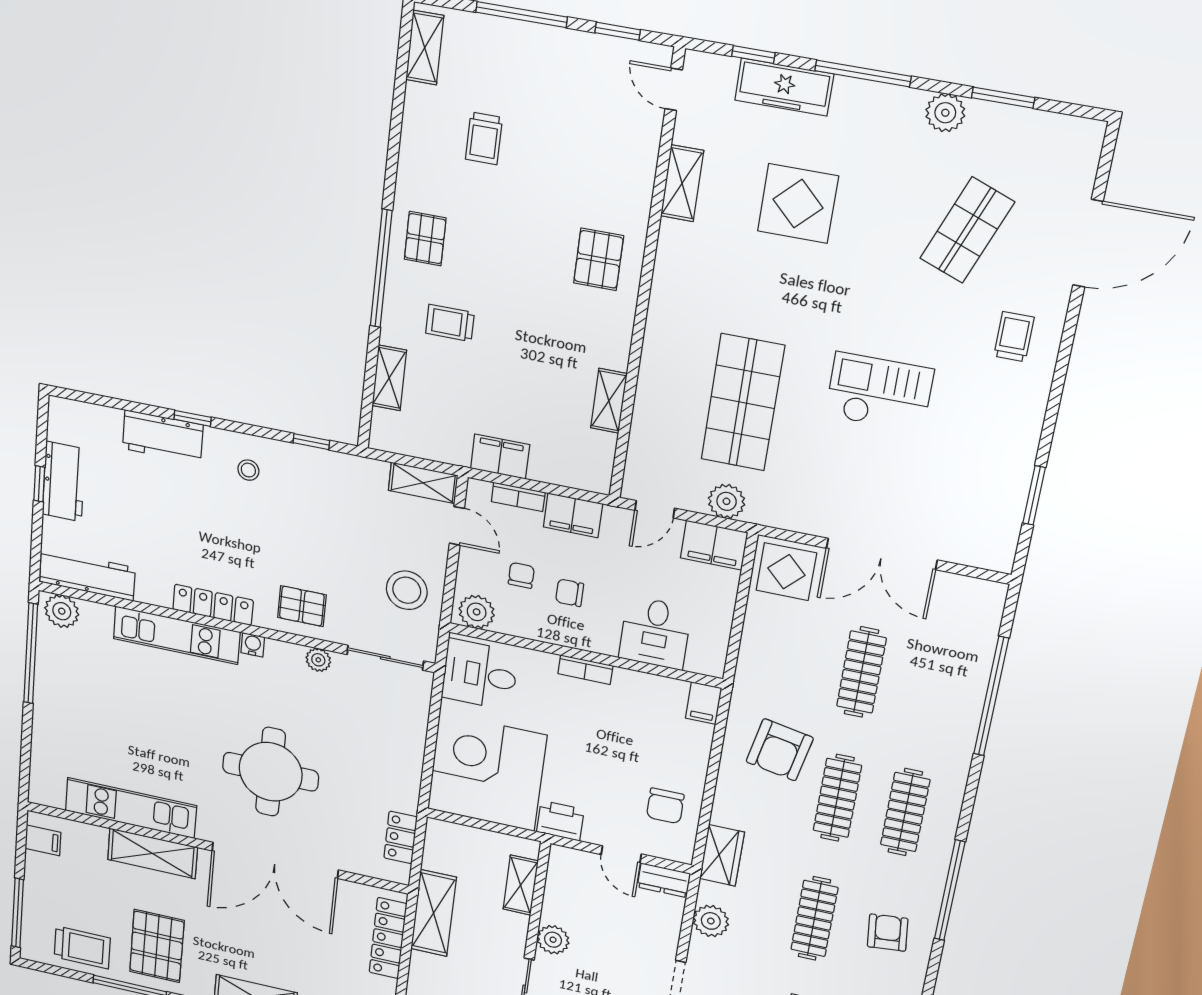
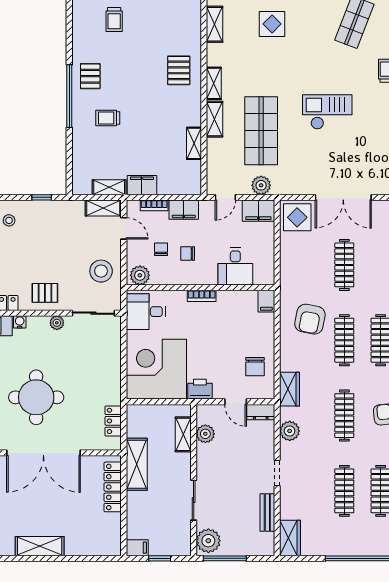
display table: (798, 204) -> (272, 24), width x0.73, depth x0.73
shelving: (664, 297) -> (214, 83), added
shelving: (655, 364) -> (214, 119), added
shelving: (389, 378) -> (109, 187), moved, turned 90
plant: (553, 940) -> (205, 434), moved

